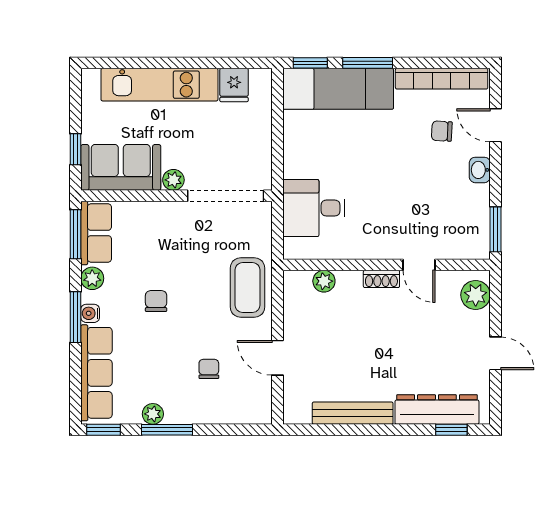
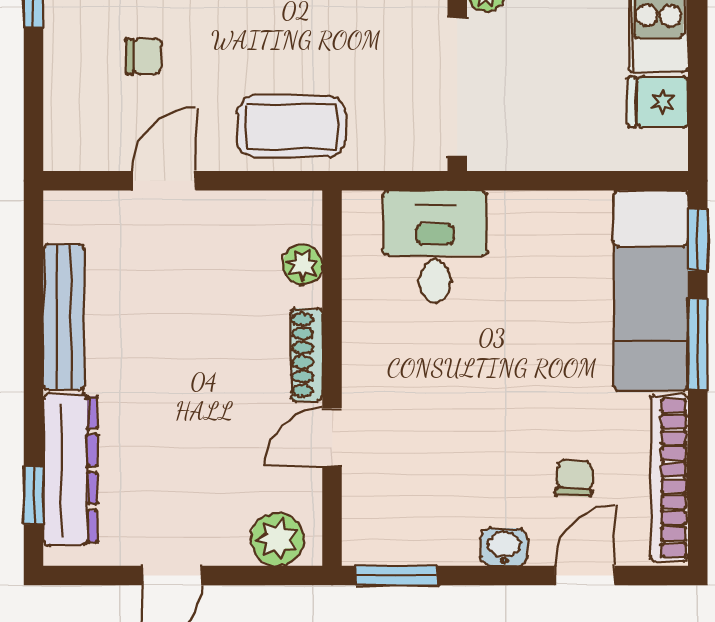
shoe rack: (381, 279) -> (307, 355), width x1.43

